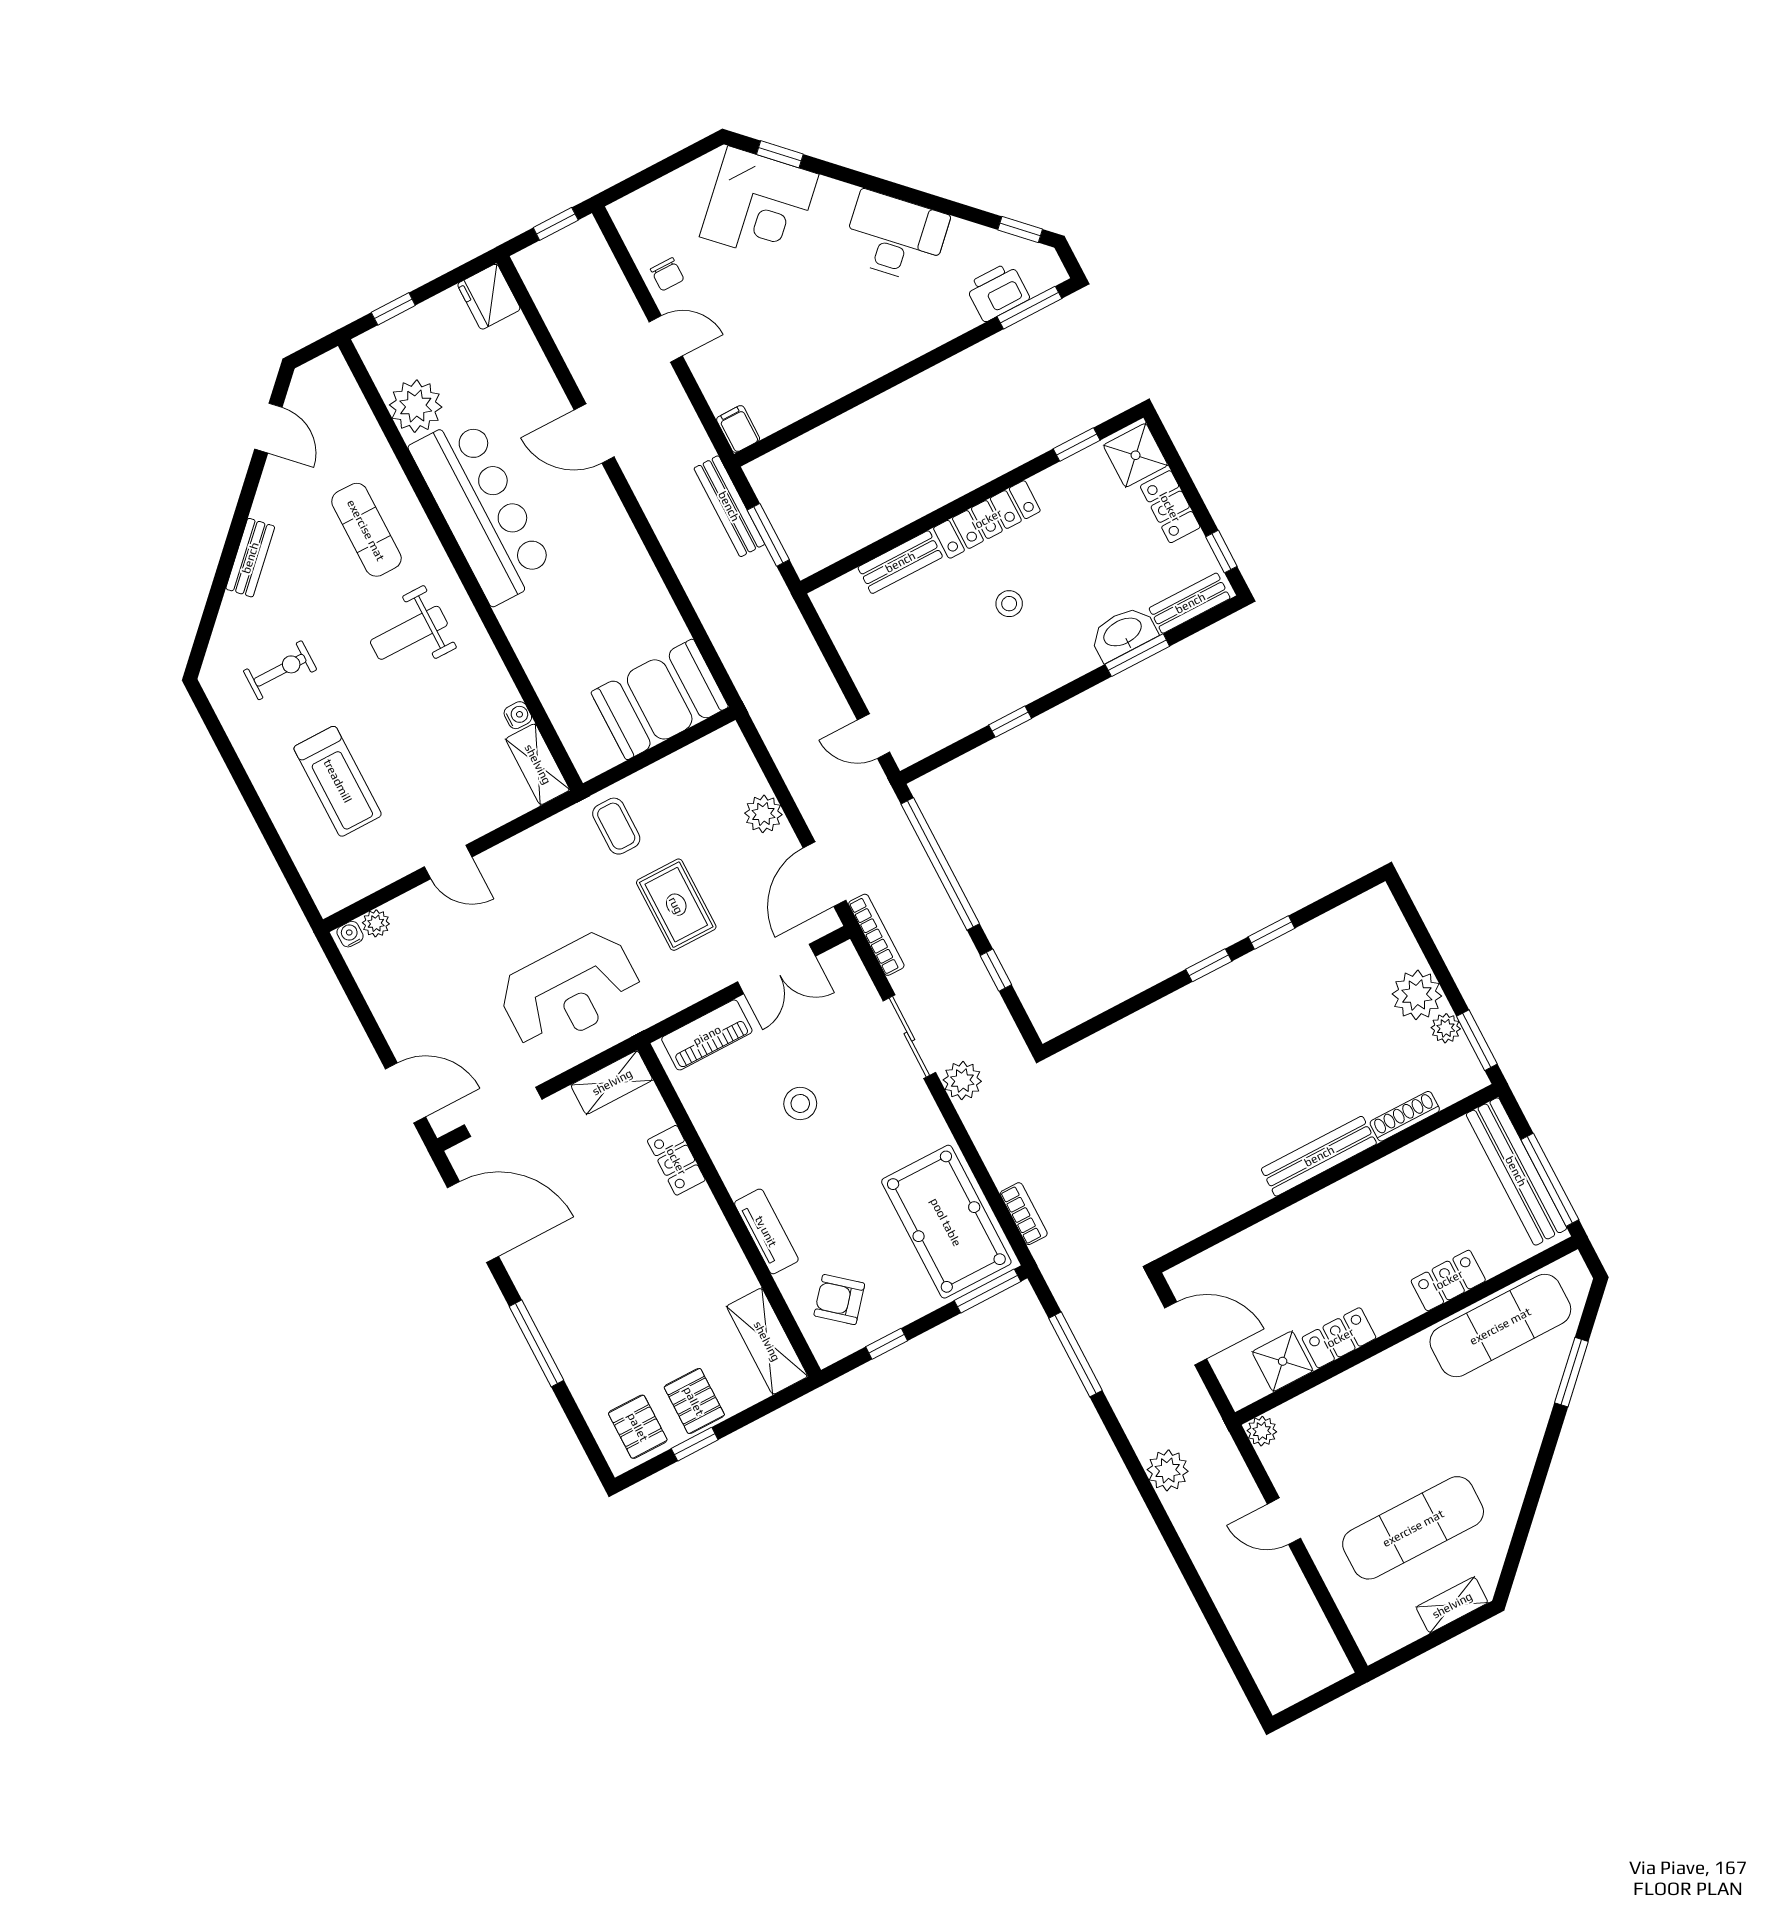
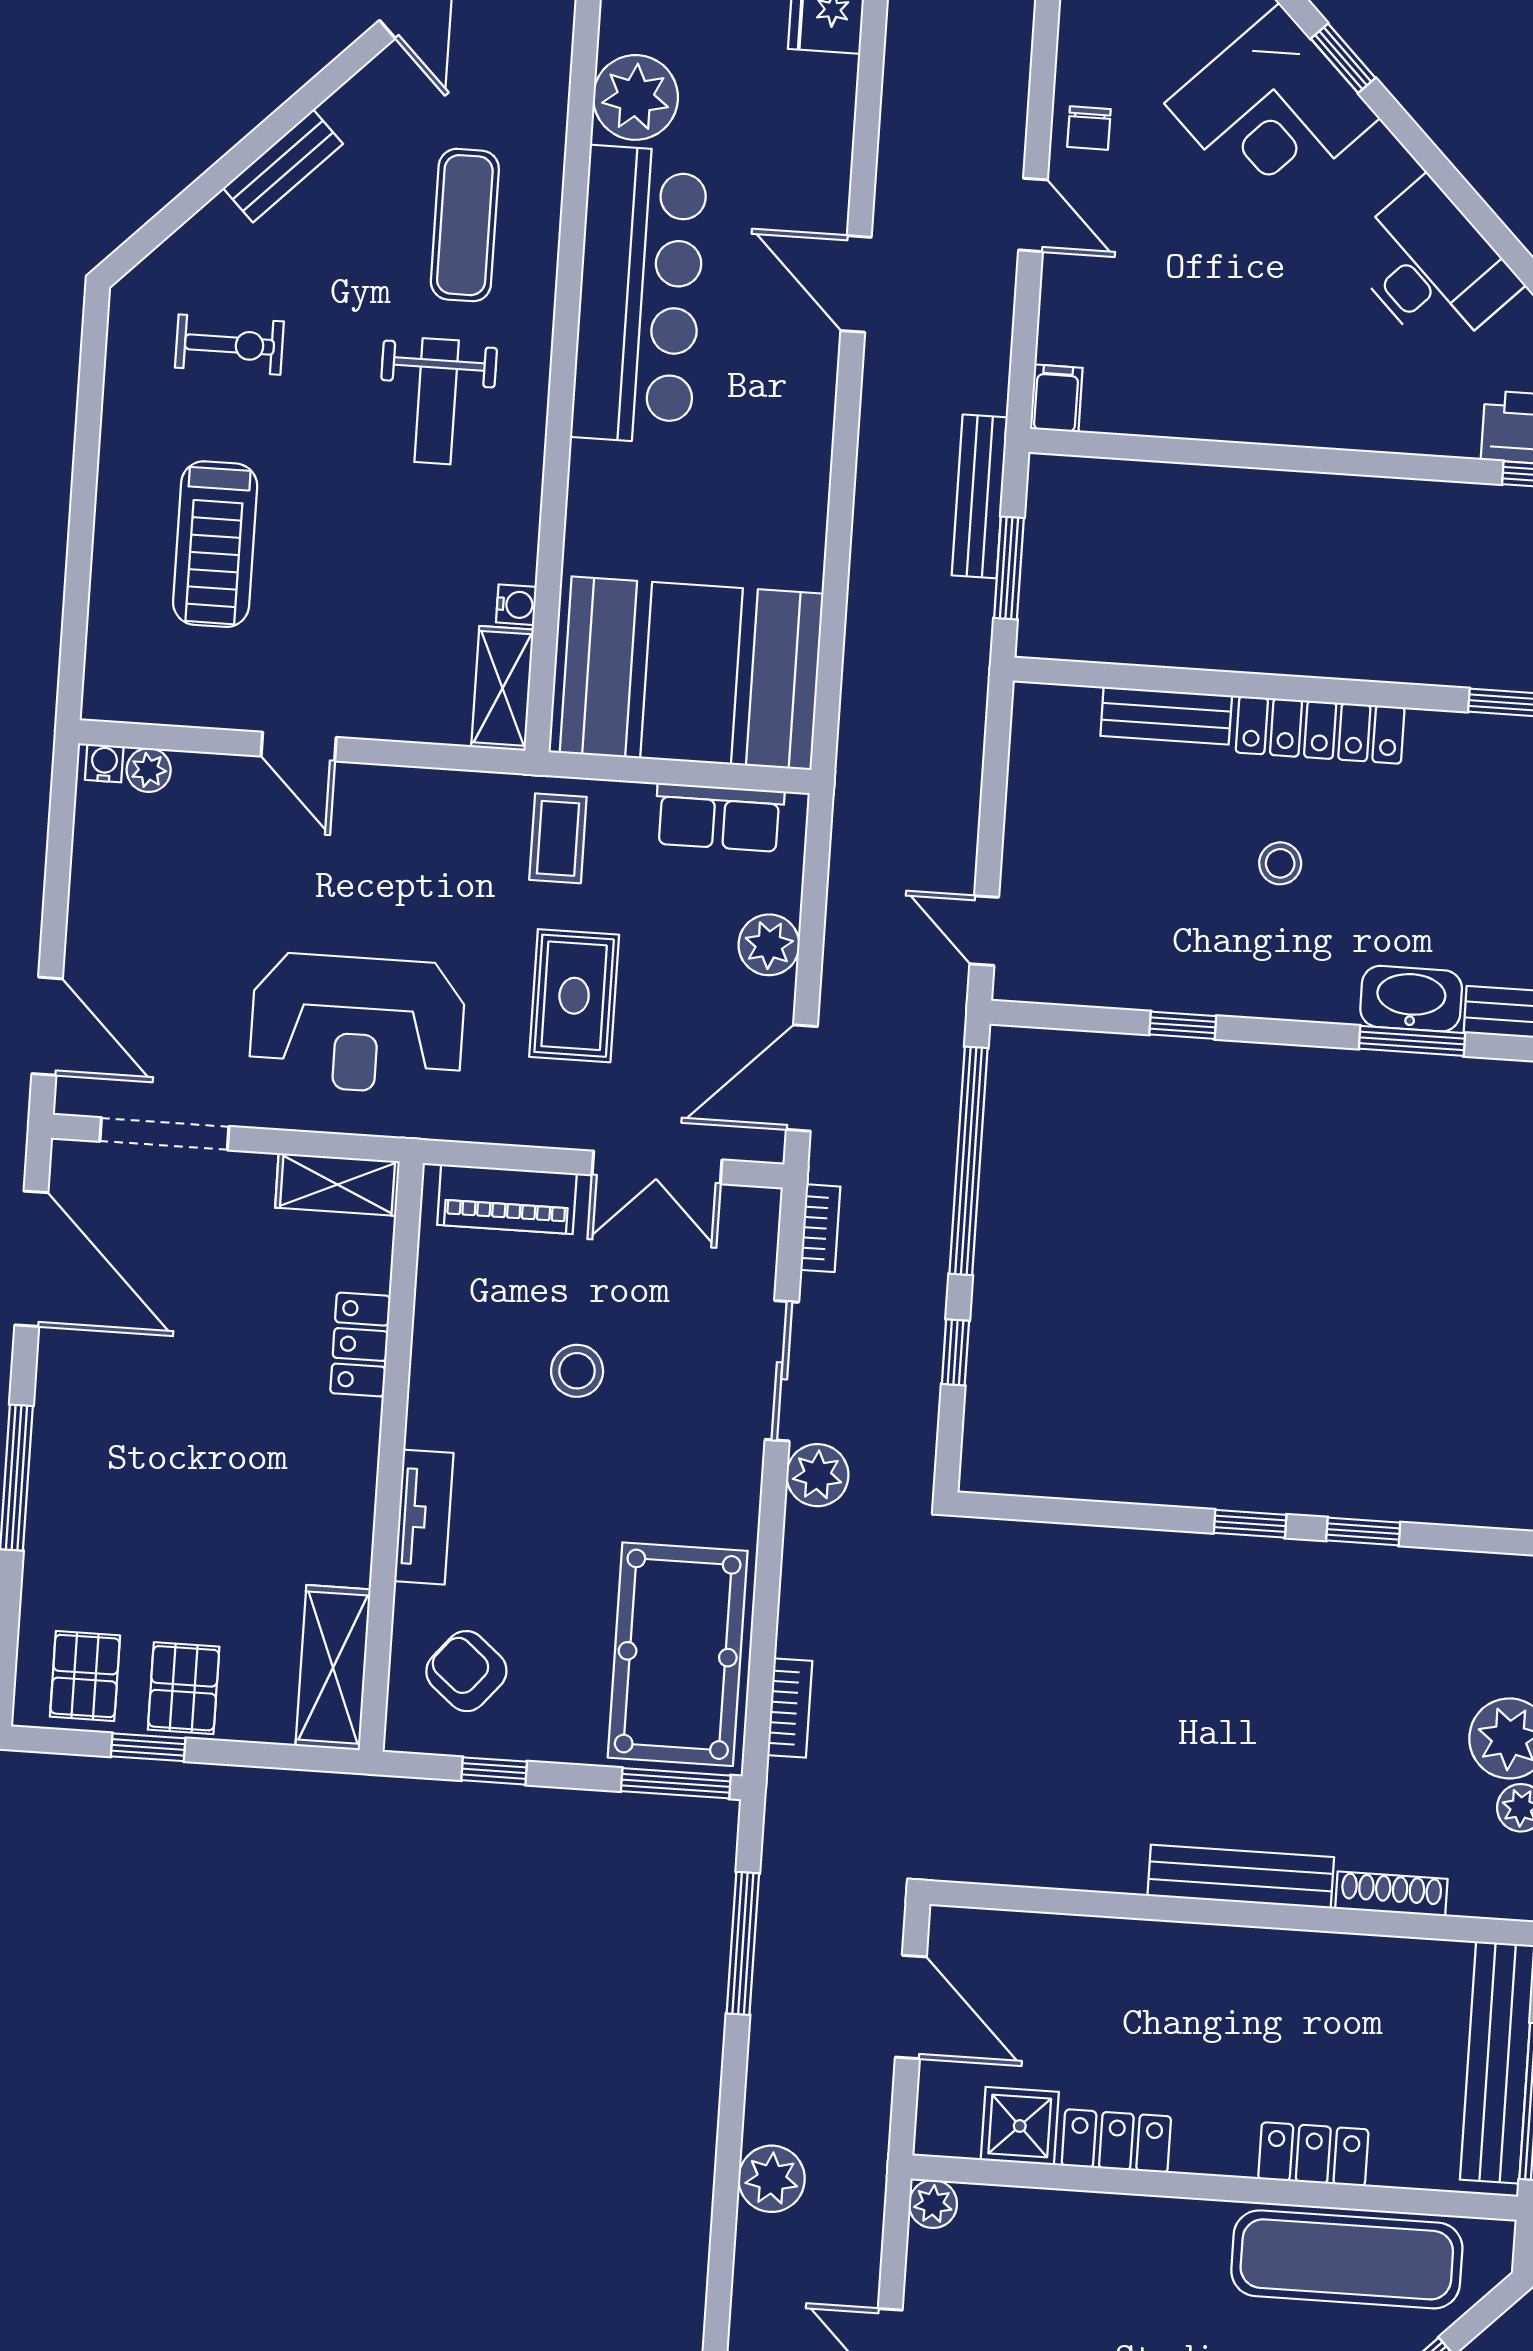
weight bench: (409, 633) -> (437, 401), turned -90
booth: (660, 699) -> (691, 673), width x1.36, depth x1.42
row of seats: (695, 762) -> (719, 817), added
bookcase: (876, 935) -> (820, 1228), width x0.64

